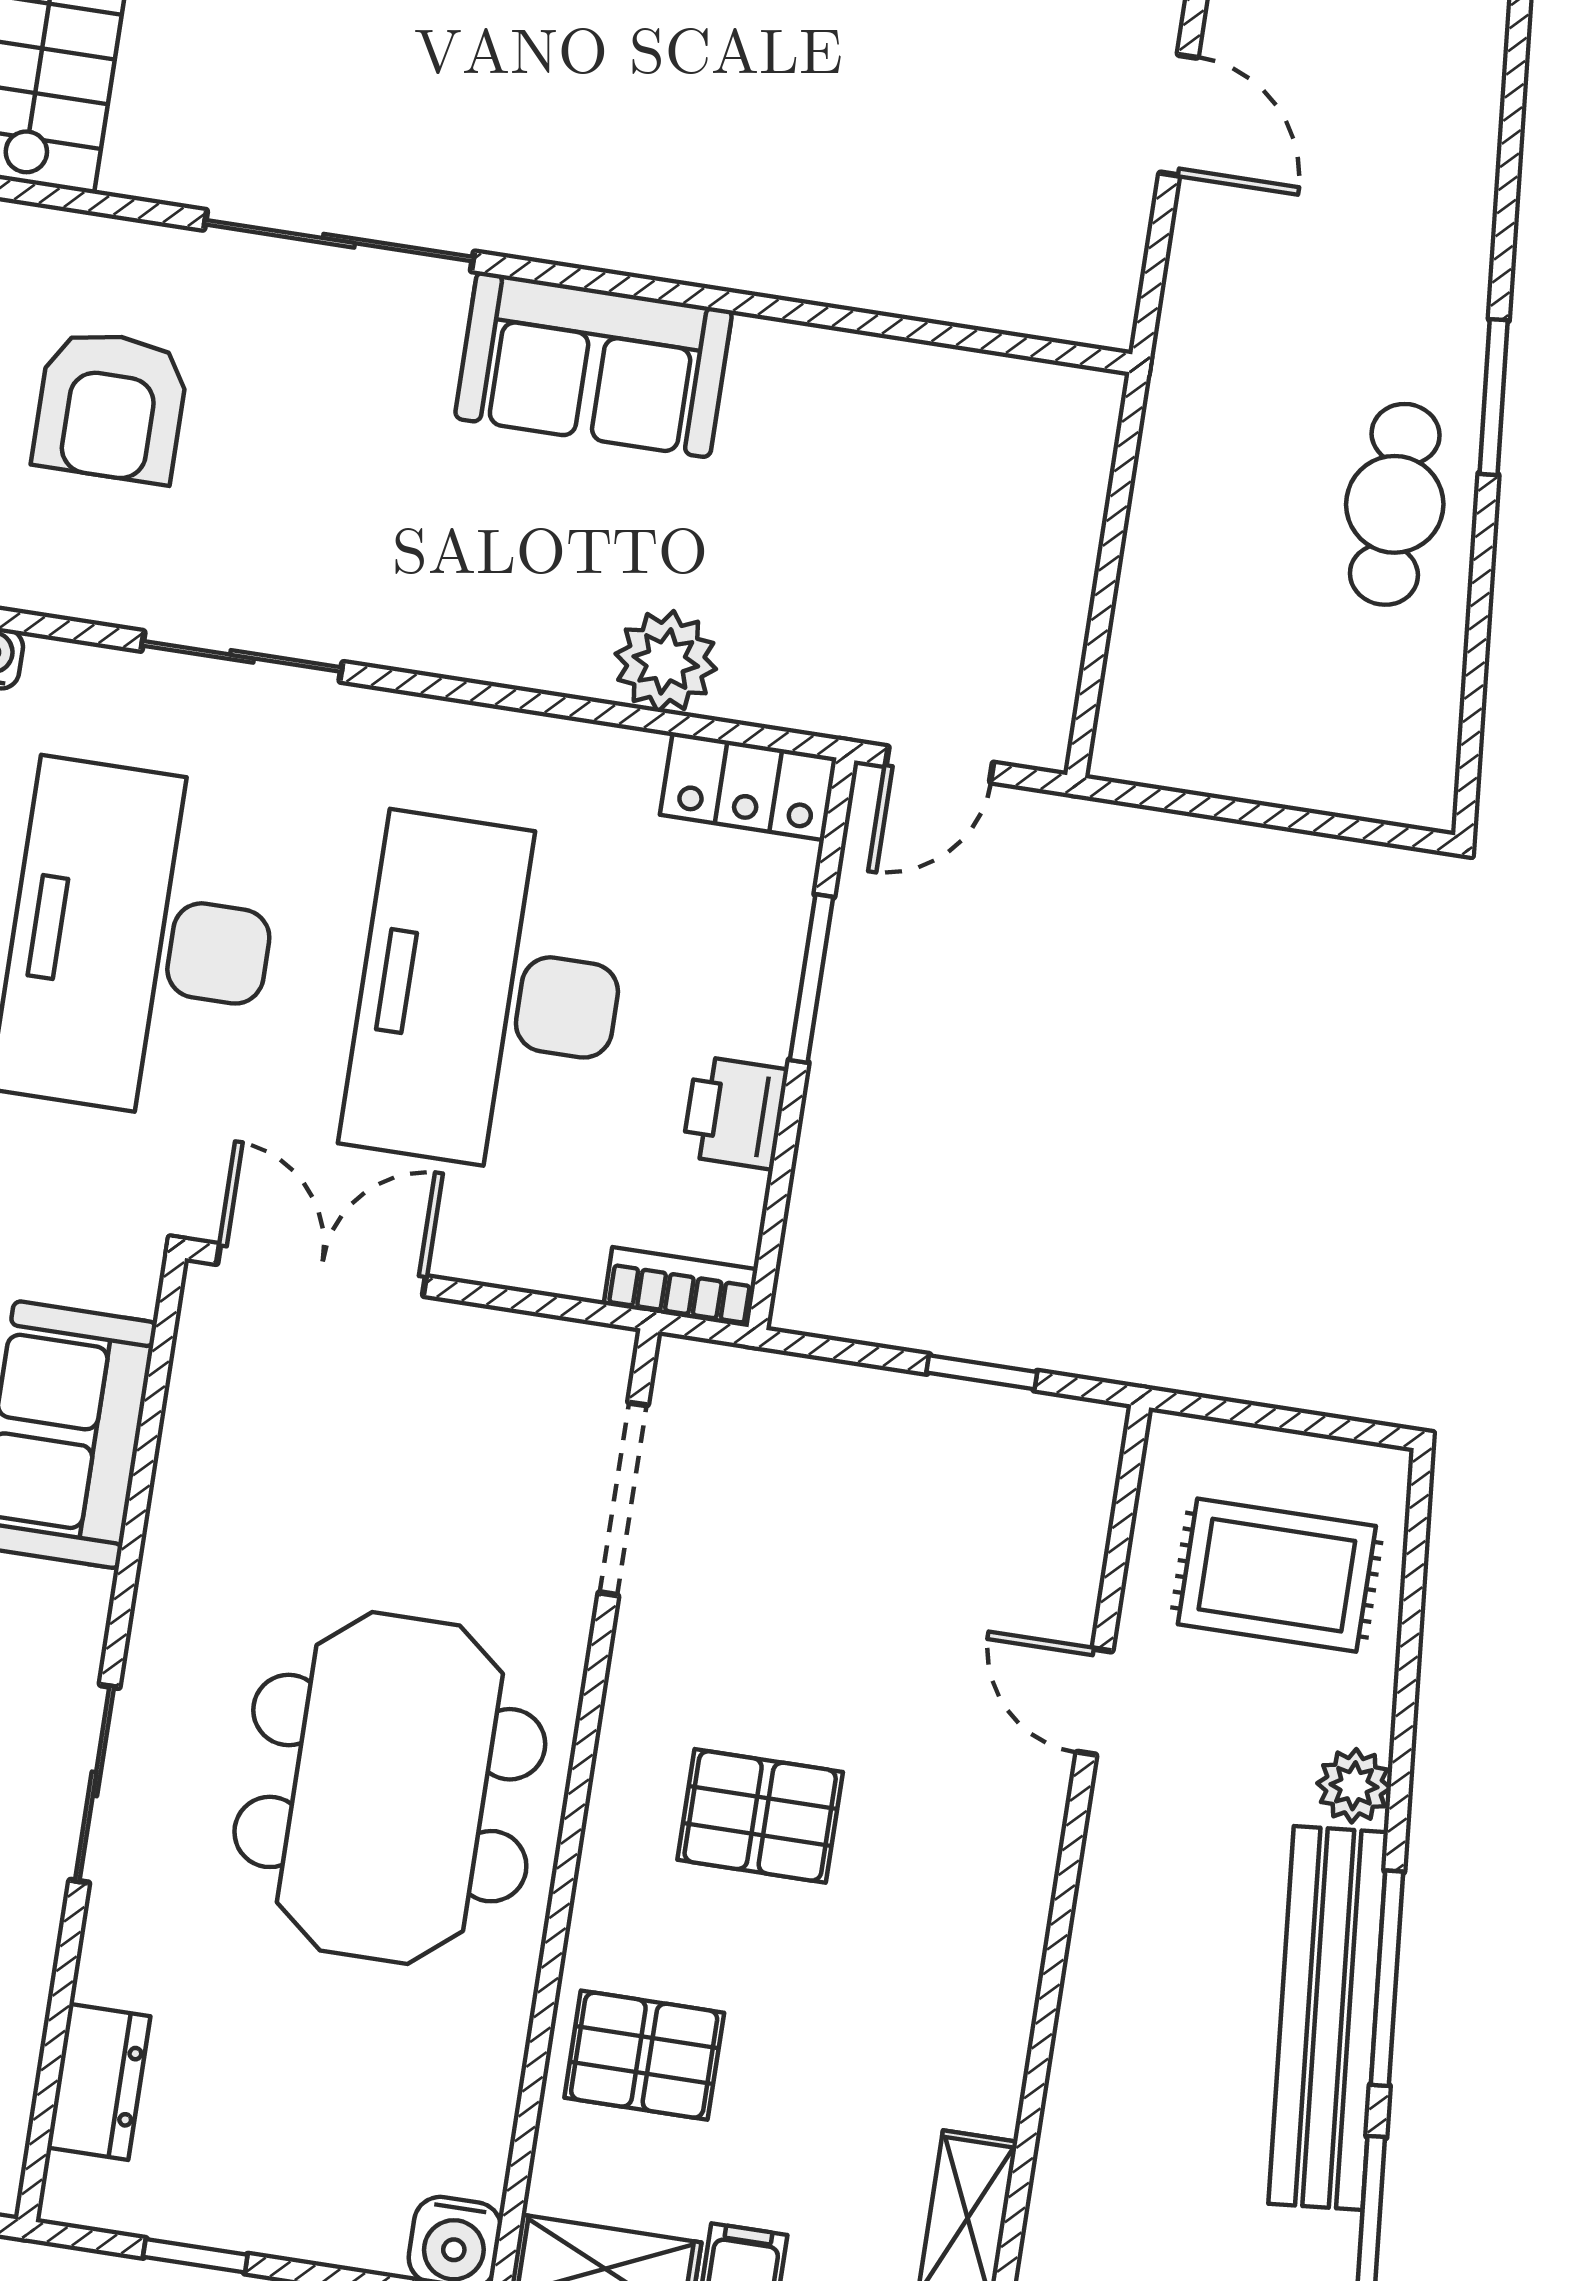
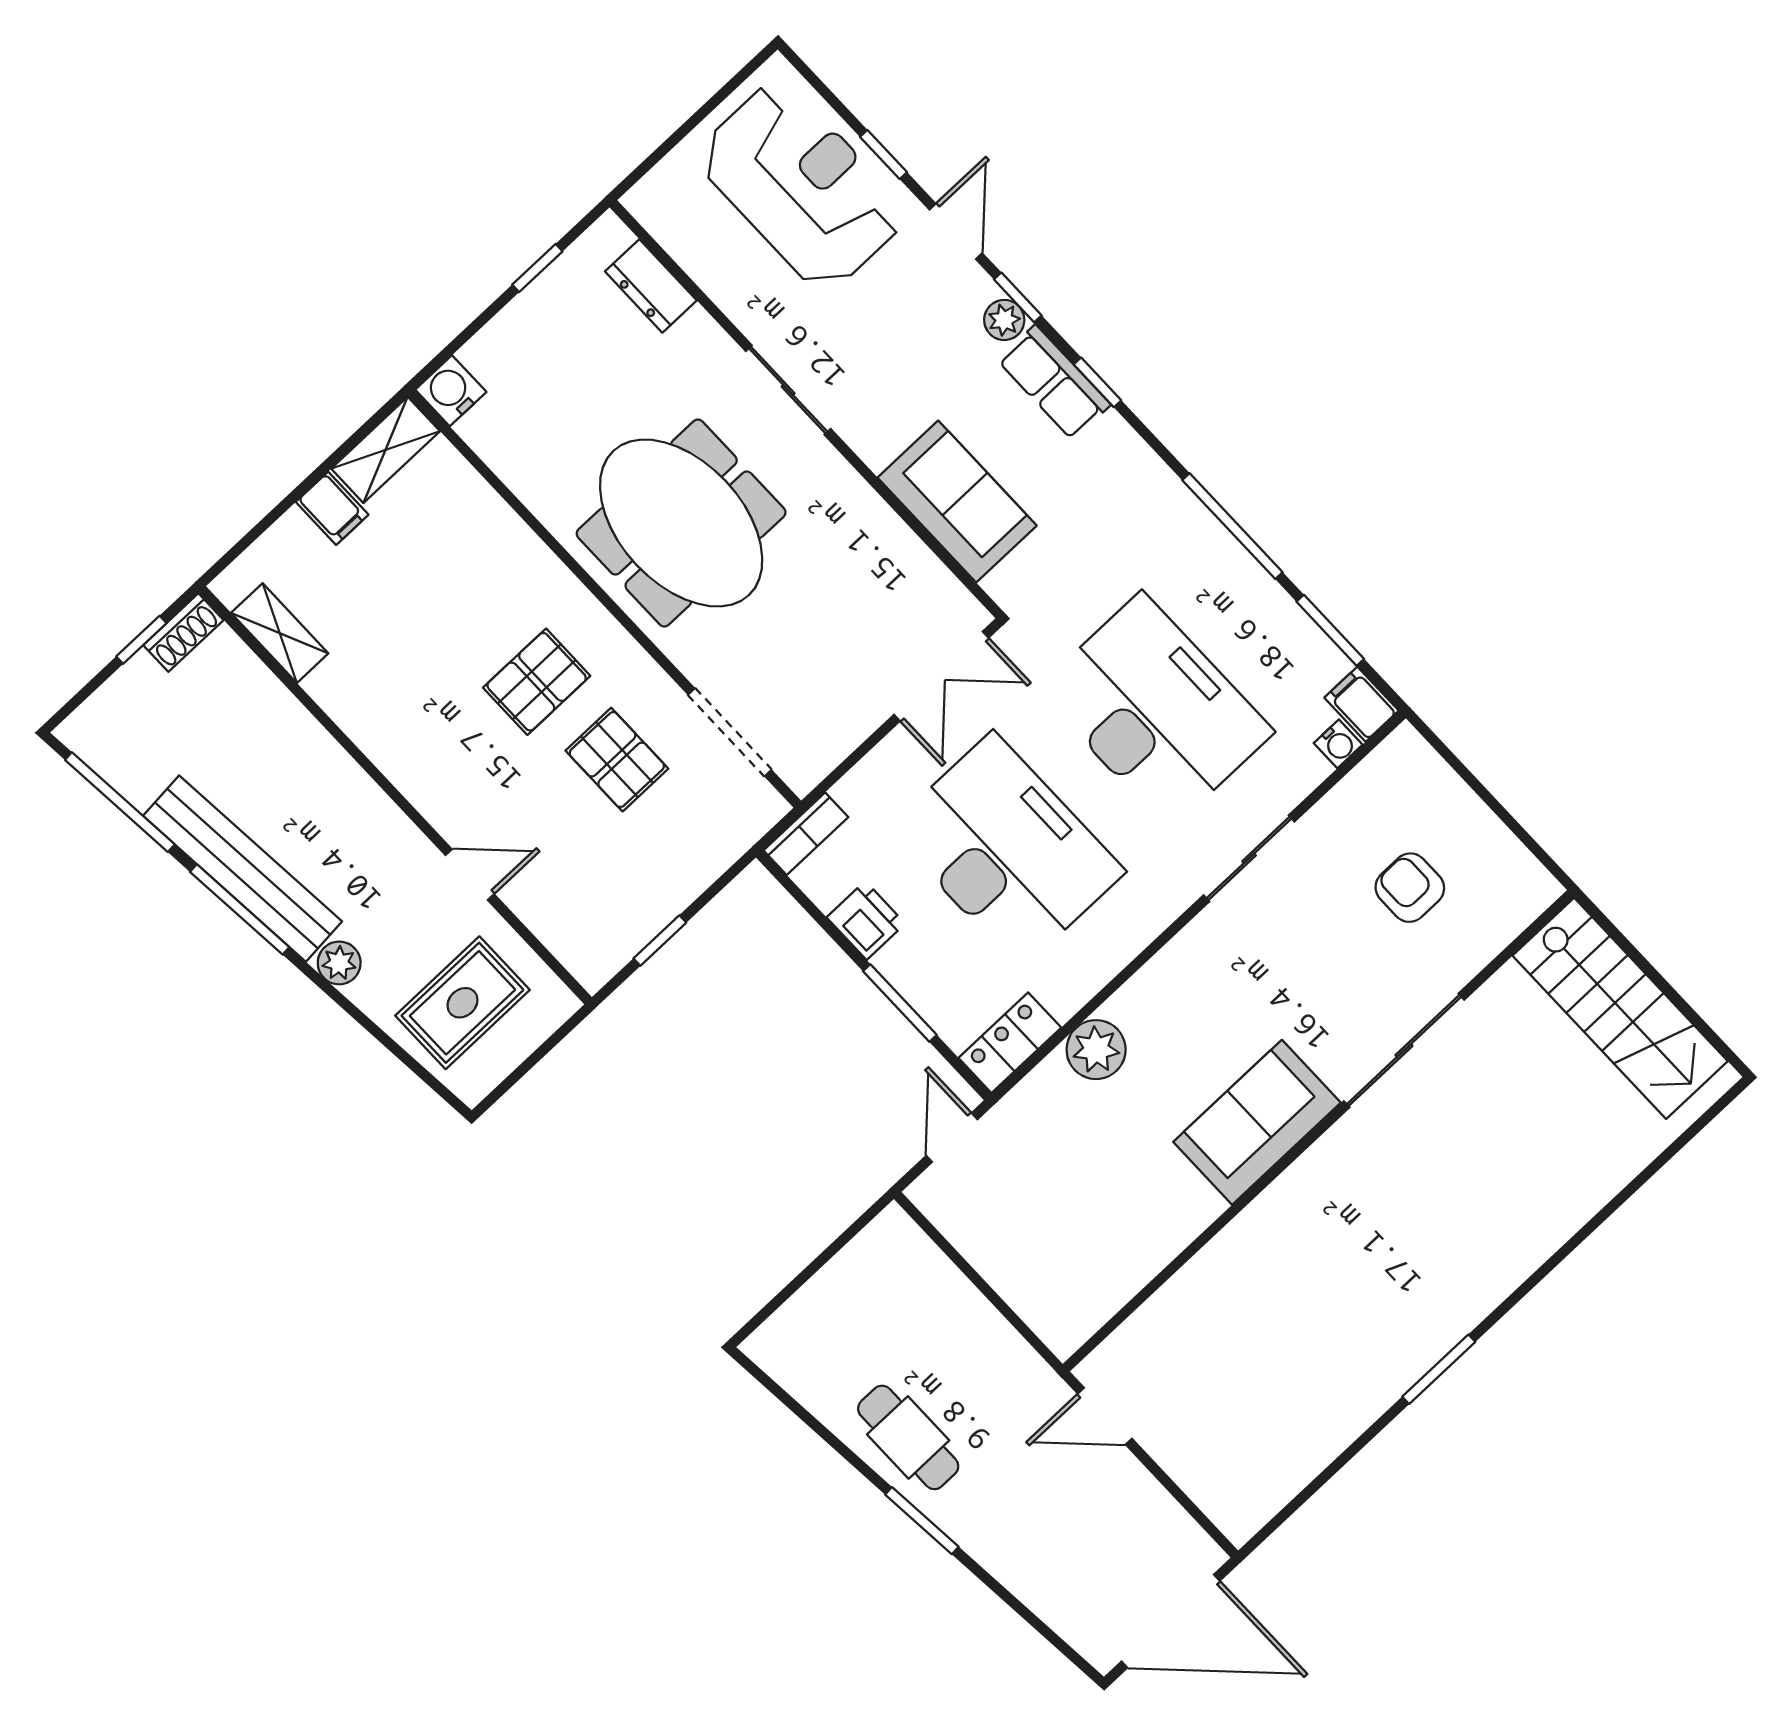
door: (1178, 115) -> (1105, 1416), moved
armchair: (111, 406) -> (1410, 888), width x0.72, depth x0.72
pallet: (644, 2055) -> (617, 760), moved, turned 90

